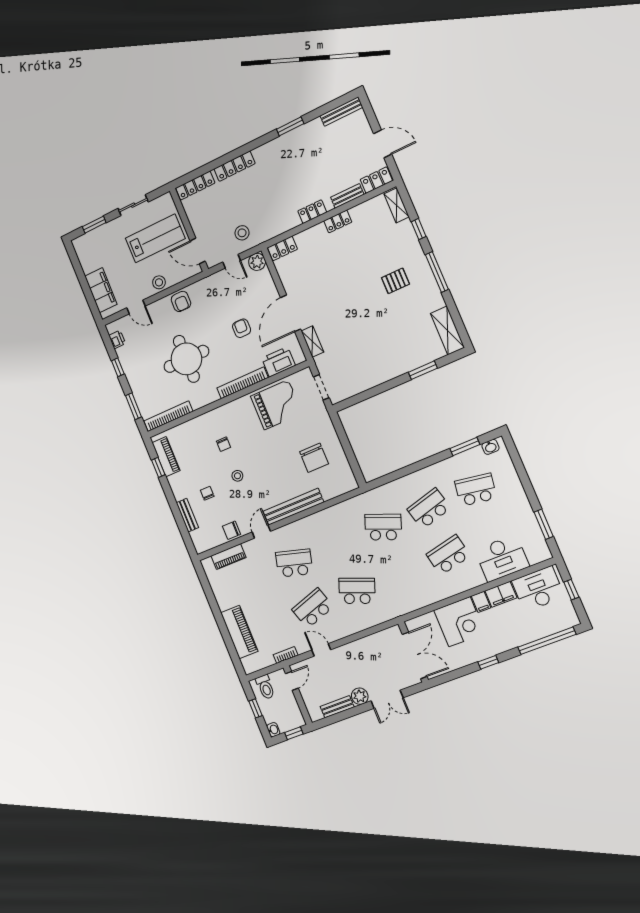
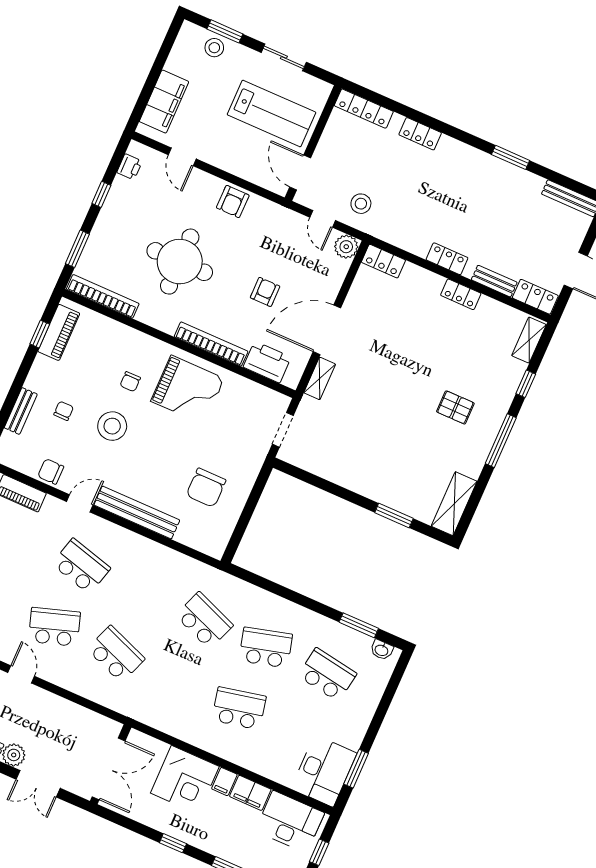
locker: (234, 166) -> (420, 134), width x0.66
stool: (159, 282) -> (214, 48), moved
grand piano: (276, 405) -> (188, 390), moved
stool: (237, 476) -> (112, 426), width x1.89, depth x1.89
desk: (502, 558) -> (324, 771), moved, turned -90

